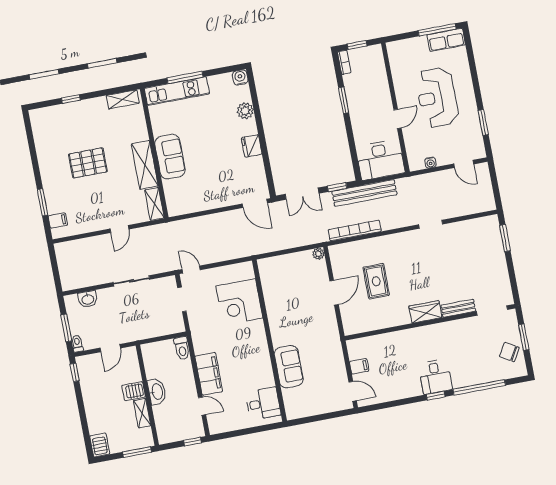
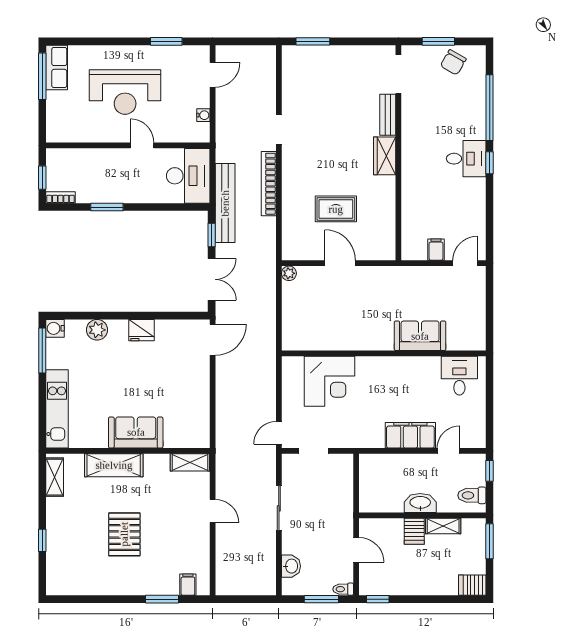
window: (185, 77) -> (42, 351), moved
shelving: (145, 165) -> (114, 465), moved
bookcase: (355, 230) -> (269, 184), moved
toilet: (182, 348) -> (472, 495), moved, turned 180

